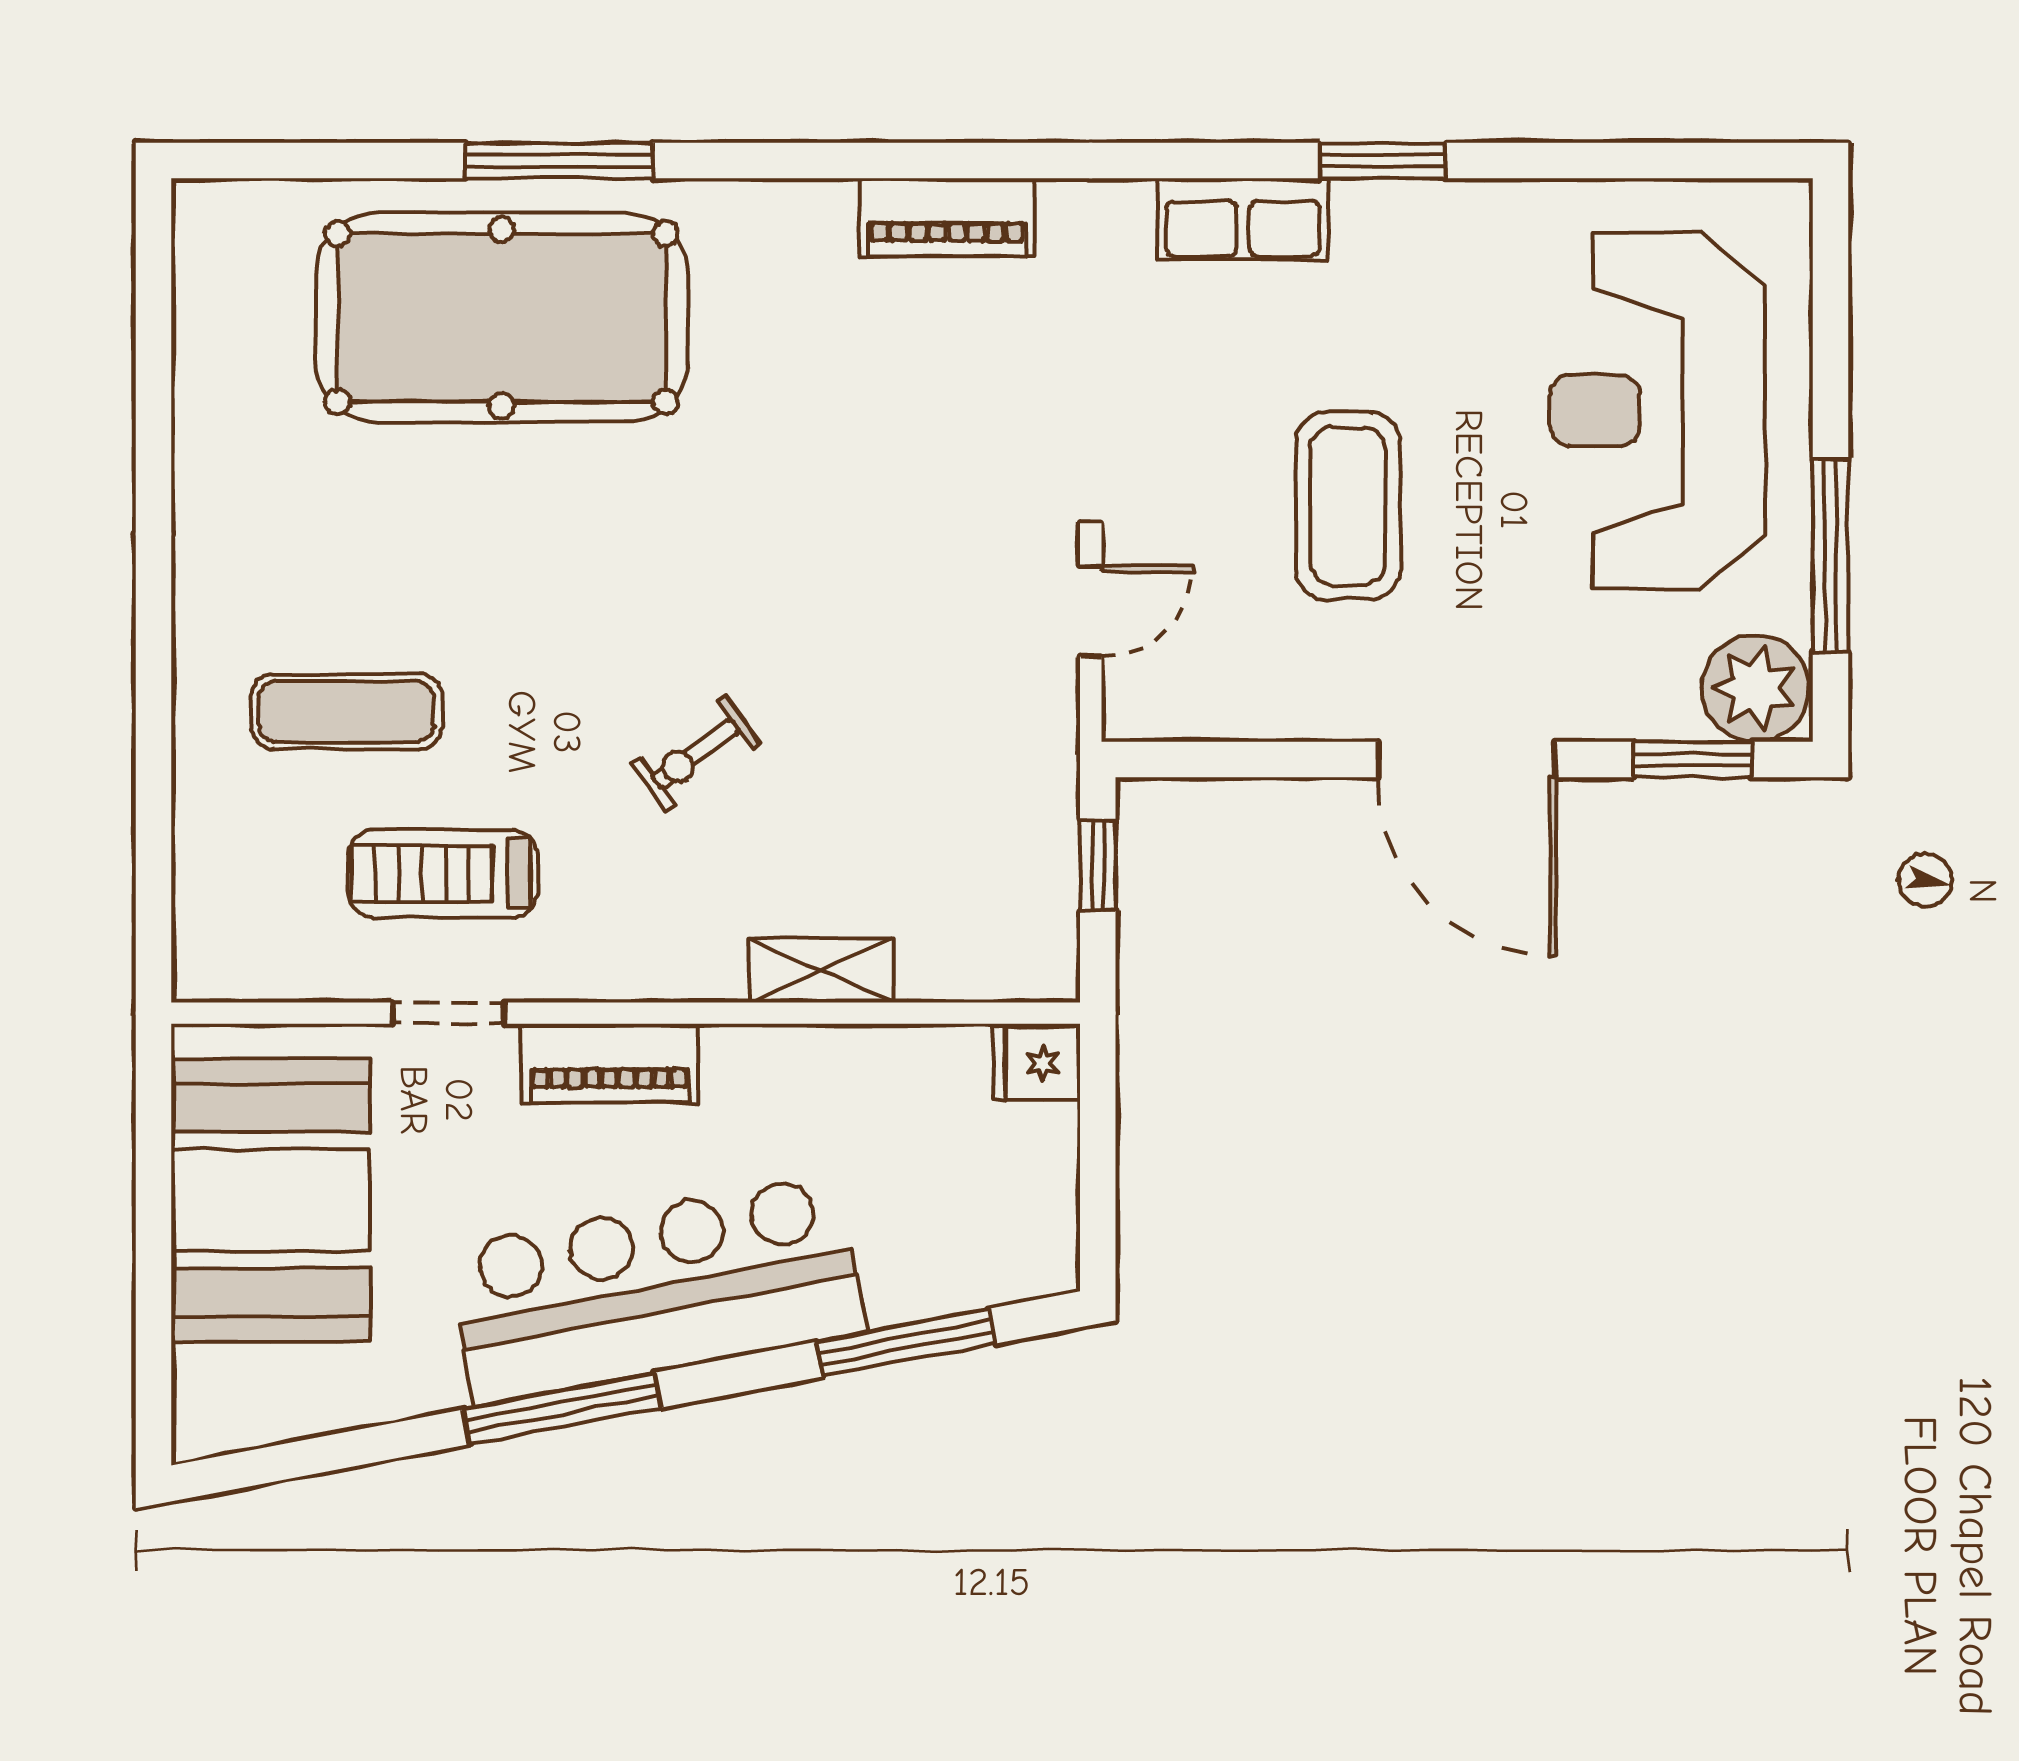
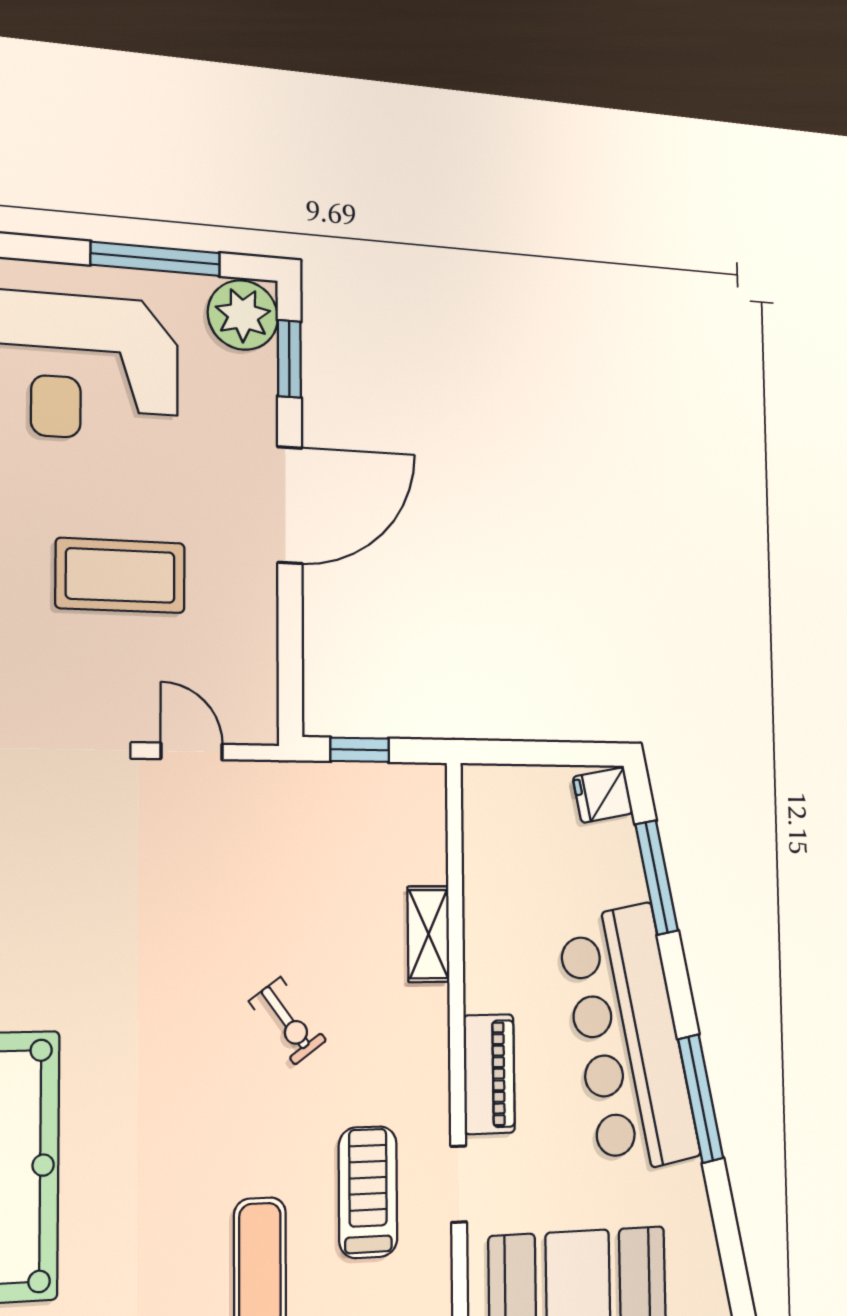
treadmill: (443, 873) -> (368, 1192), turned 180
fridge: (1036, 1063) -> (603, 795), moved, turned 79

